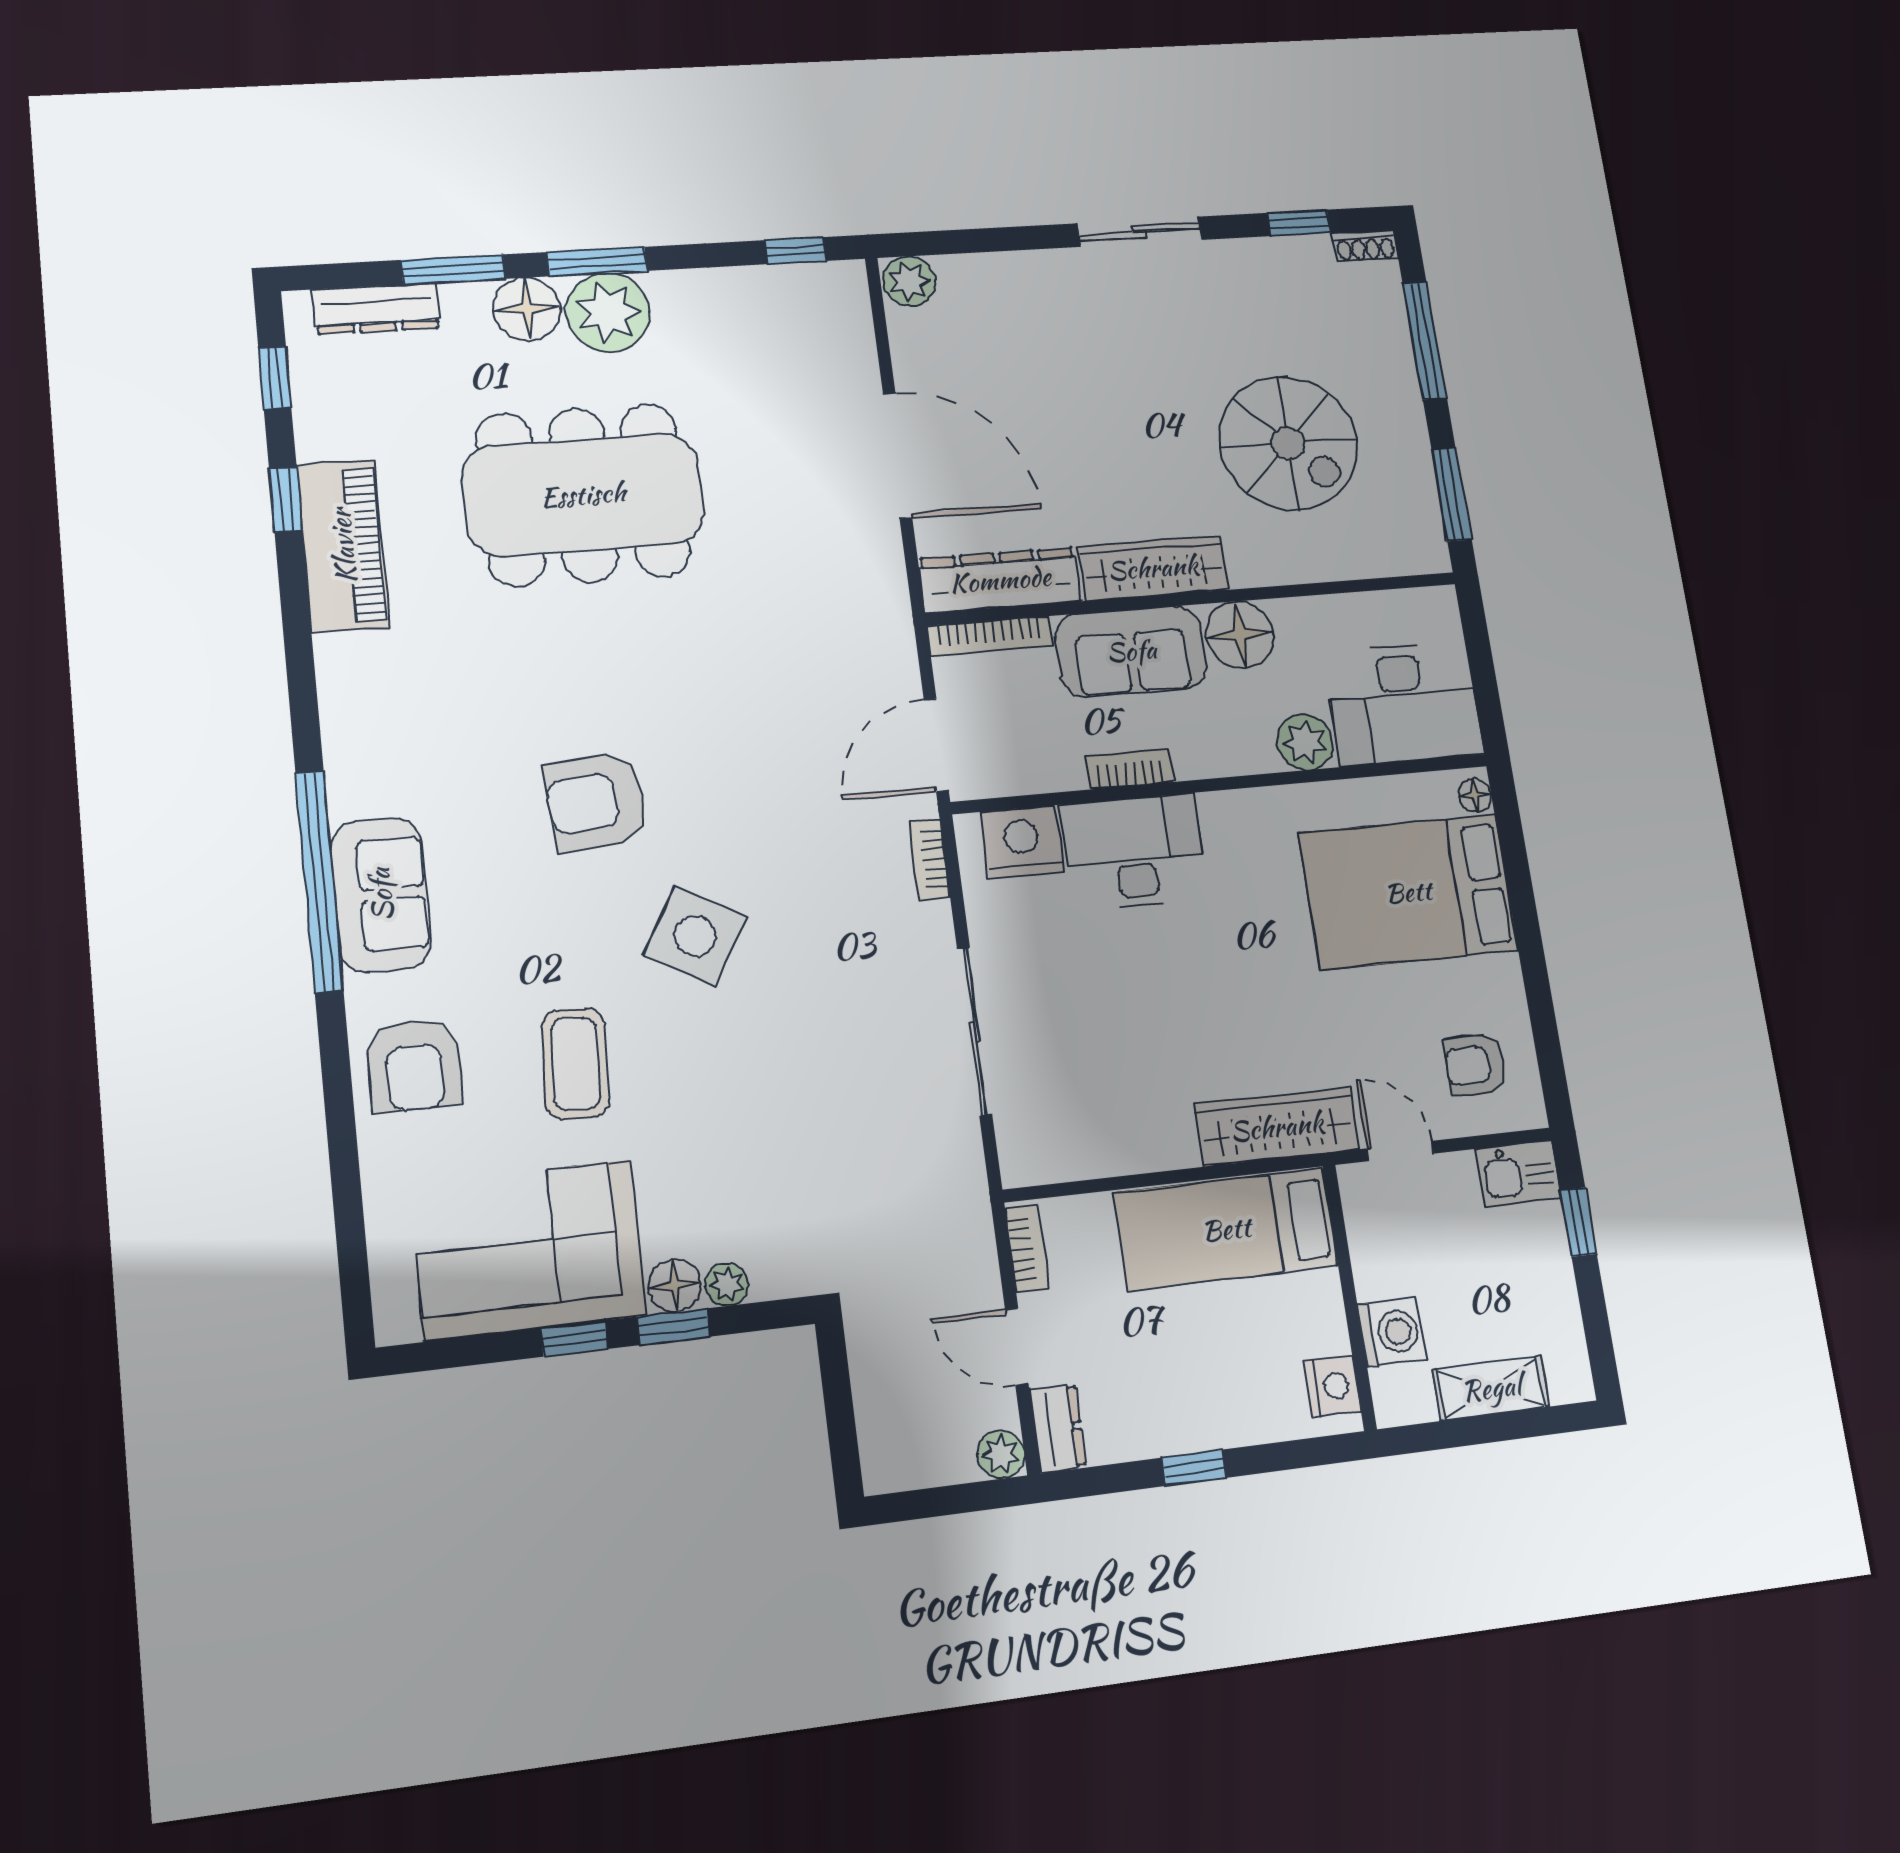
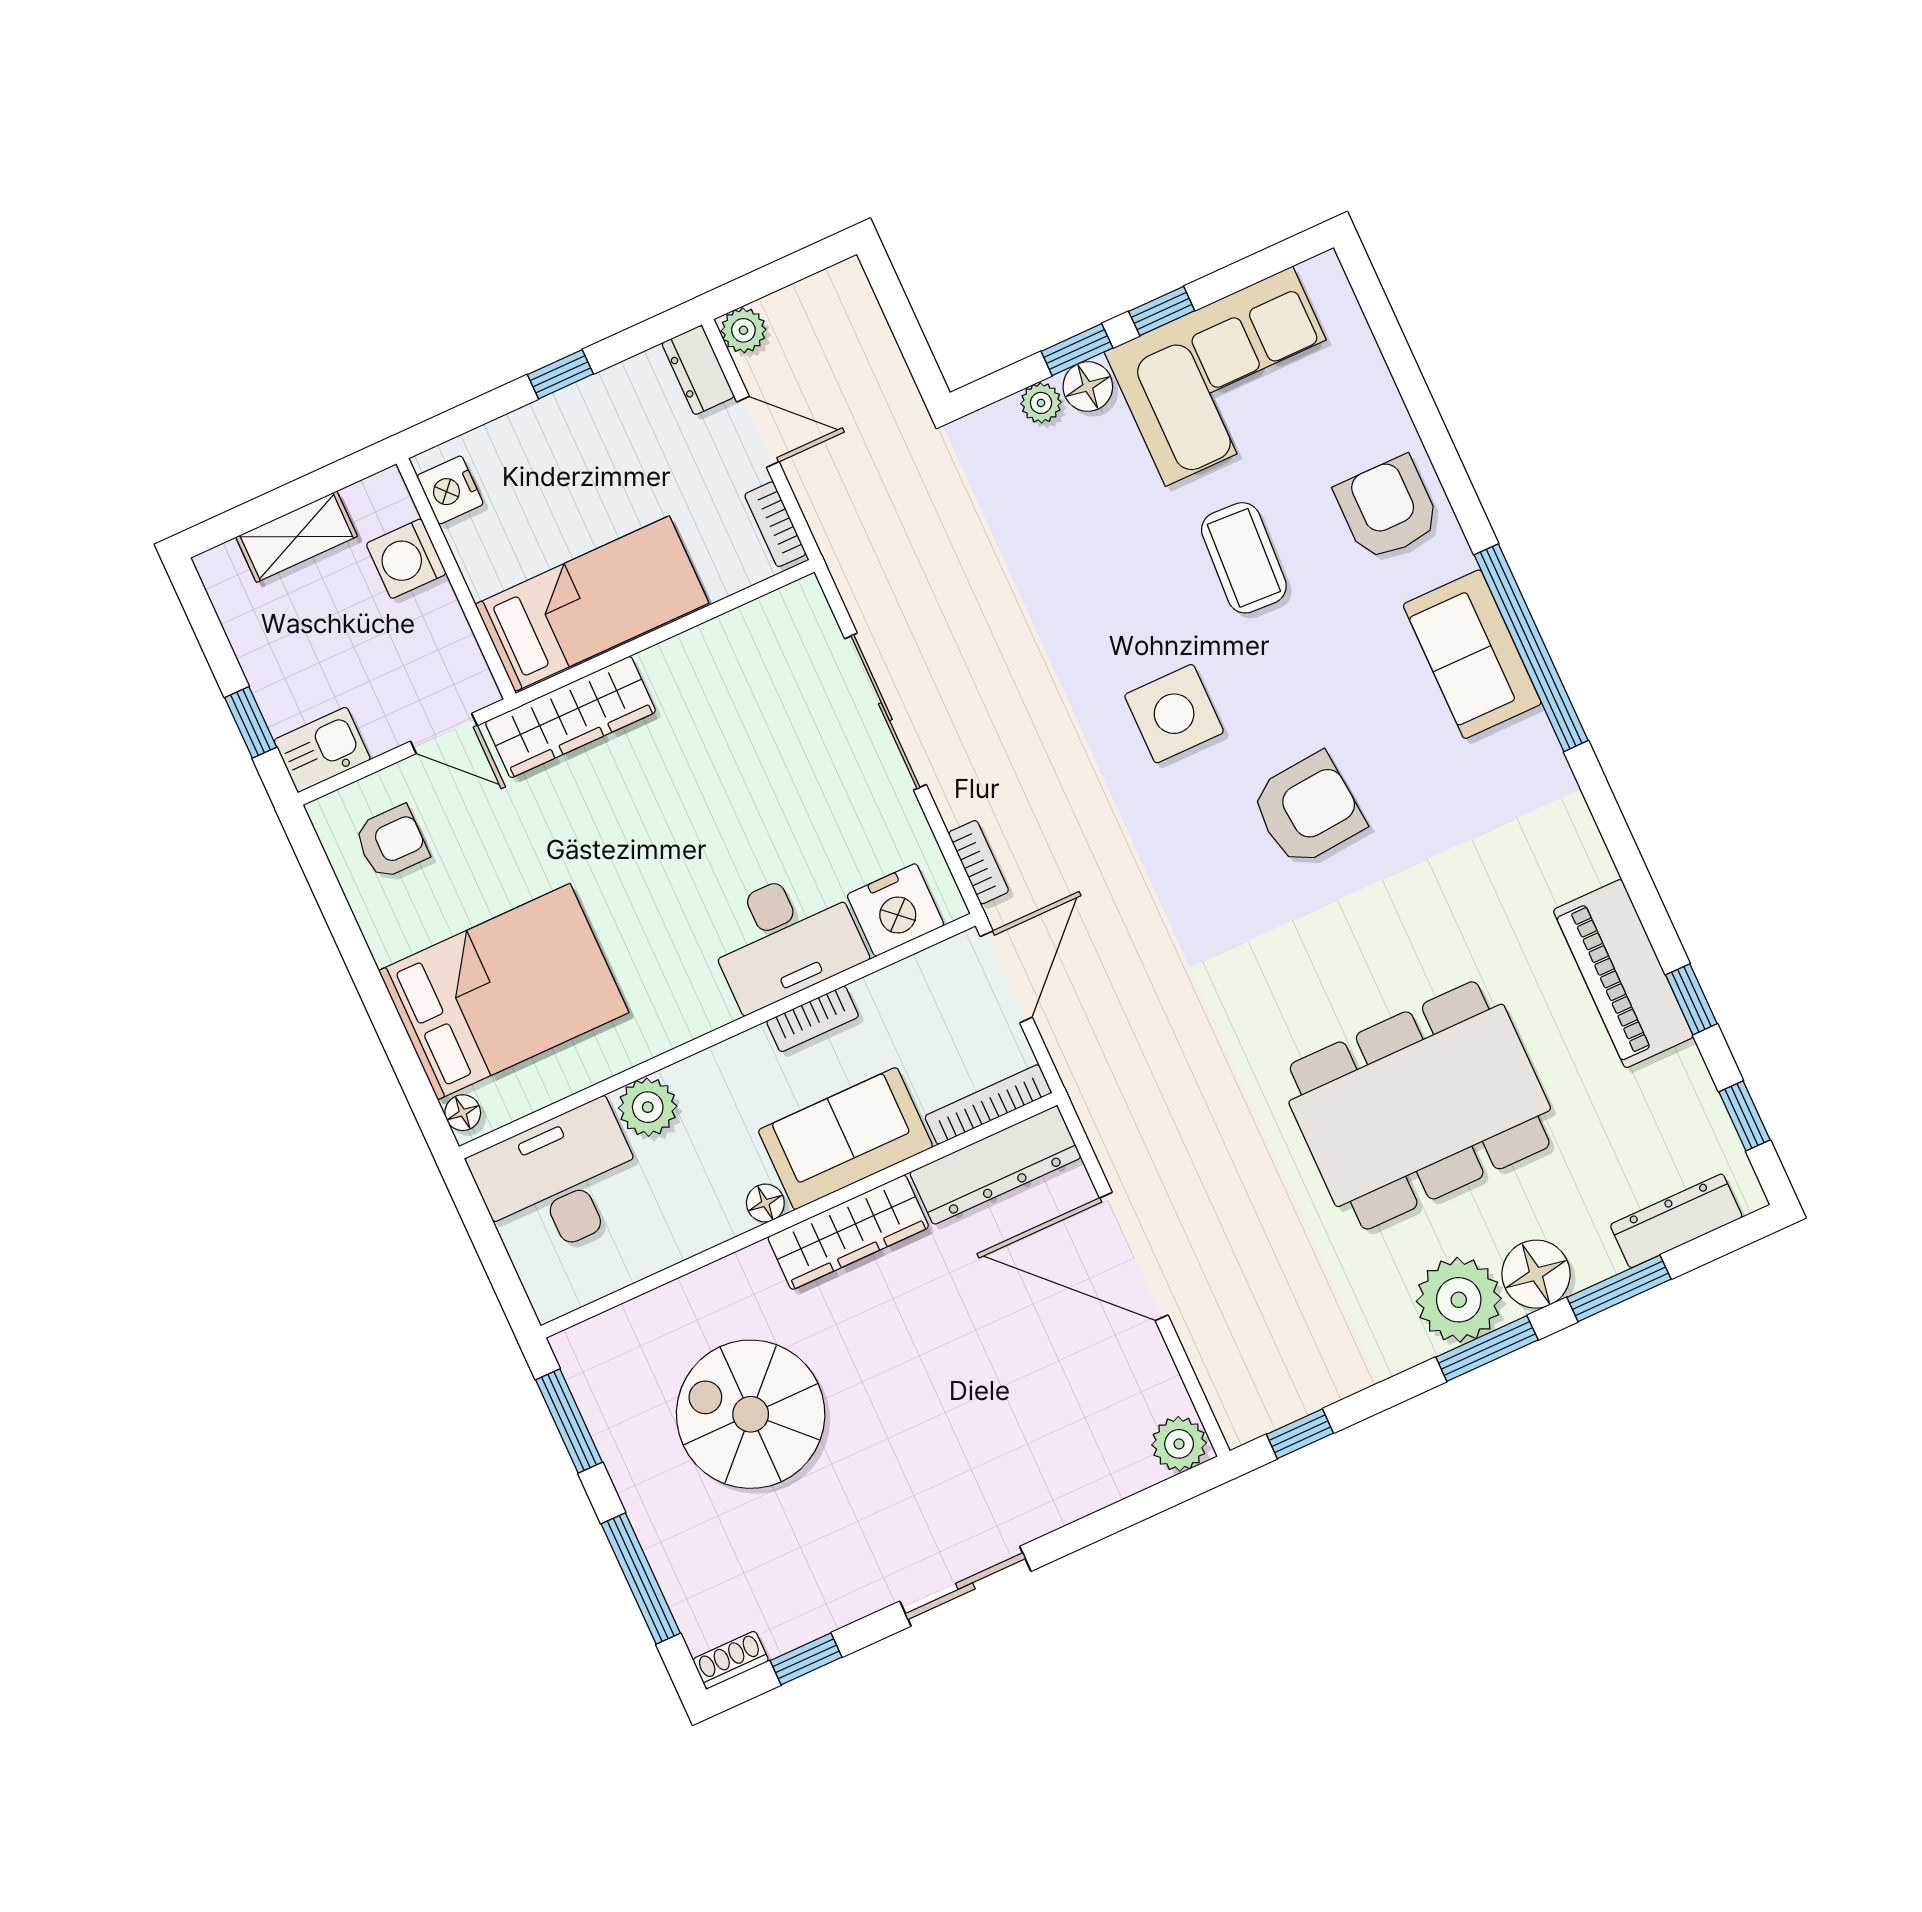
floor lamp: (1240, 634) -> (765, 1203), width x0.53, depth x0.53
side table: (695, 936) -> (1174, 714), turned -30

